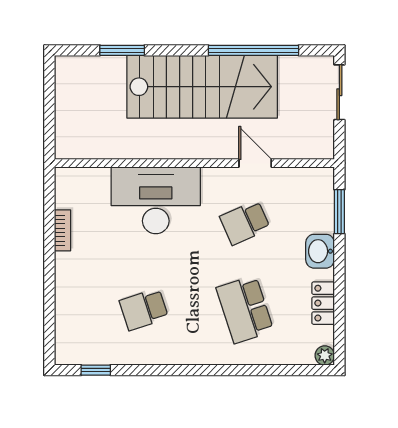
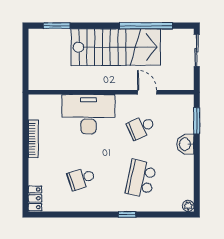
window: (122, 50) -> (57, 26), moved
bookcase: (63, 230) -> (33, 139), width x1.56
locker: (323, 303) -> (35, 198), moved, turned 180
school desk: (245, 309) -> (141, 179), turned 30
window: (96, 370) -> (127, 214), moved

